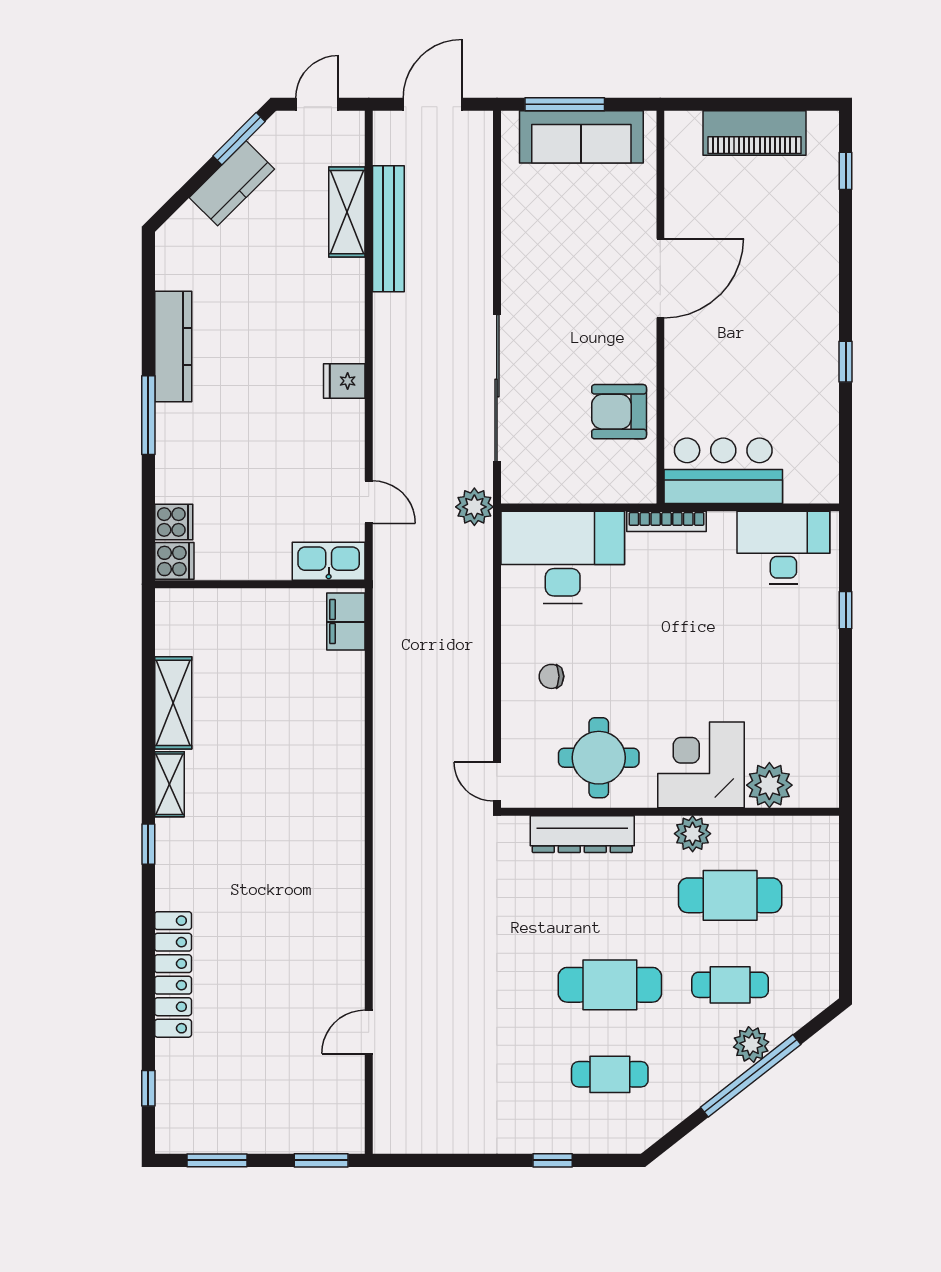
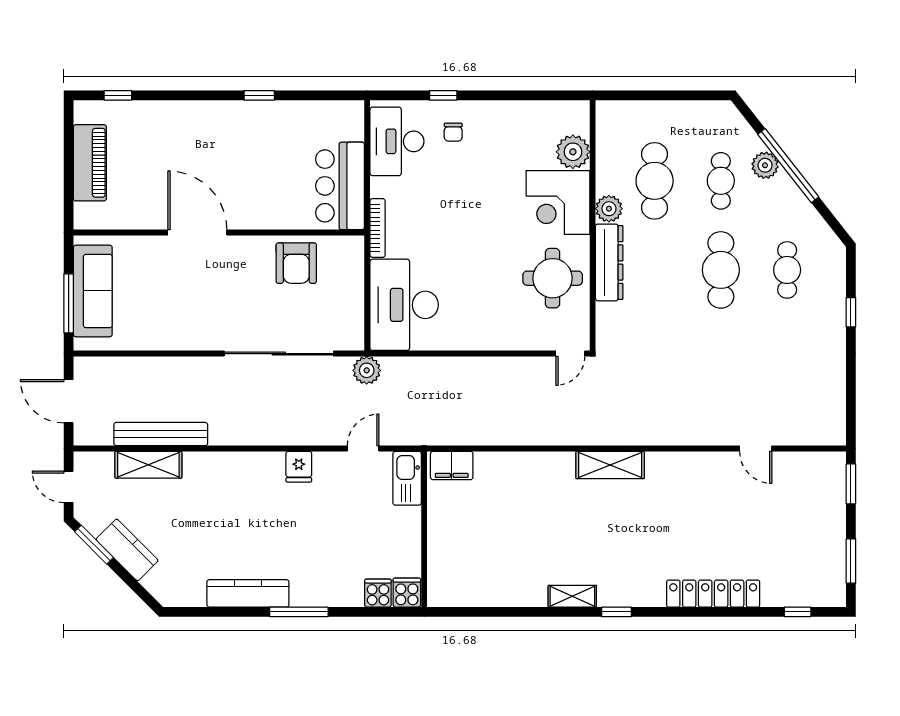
fridge: (344, 381) -> (299, 467), moved
chair: (551, 676) -> (453, 132), moved
shelving: (173, 703) -> (610, 465), moved
dresser: (582, 834) -> (609, 262), moved

